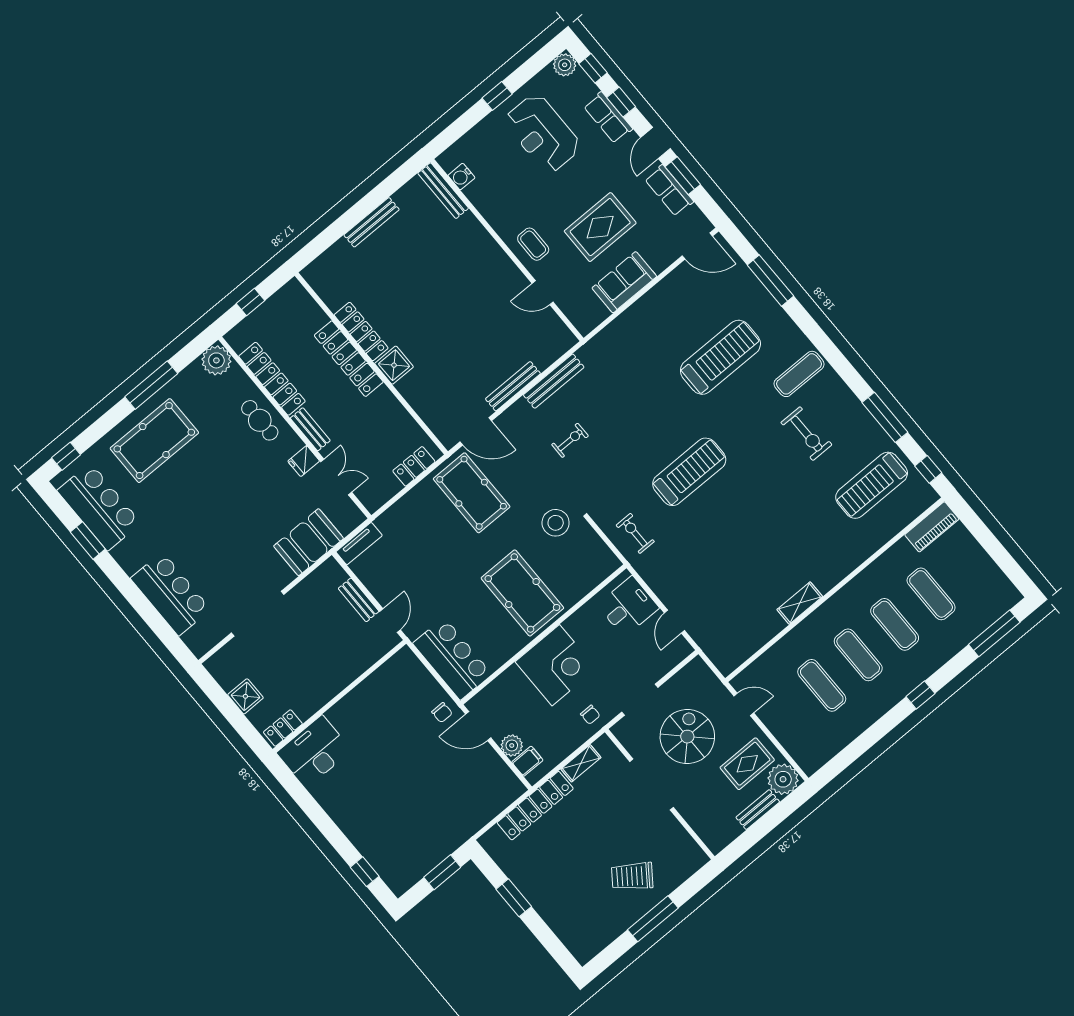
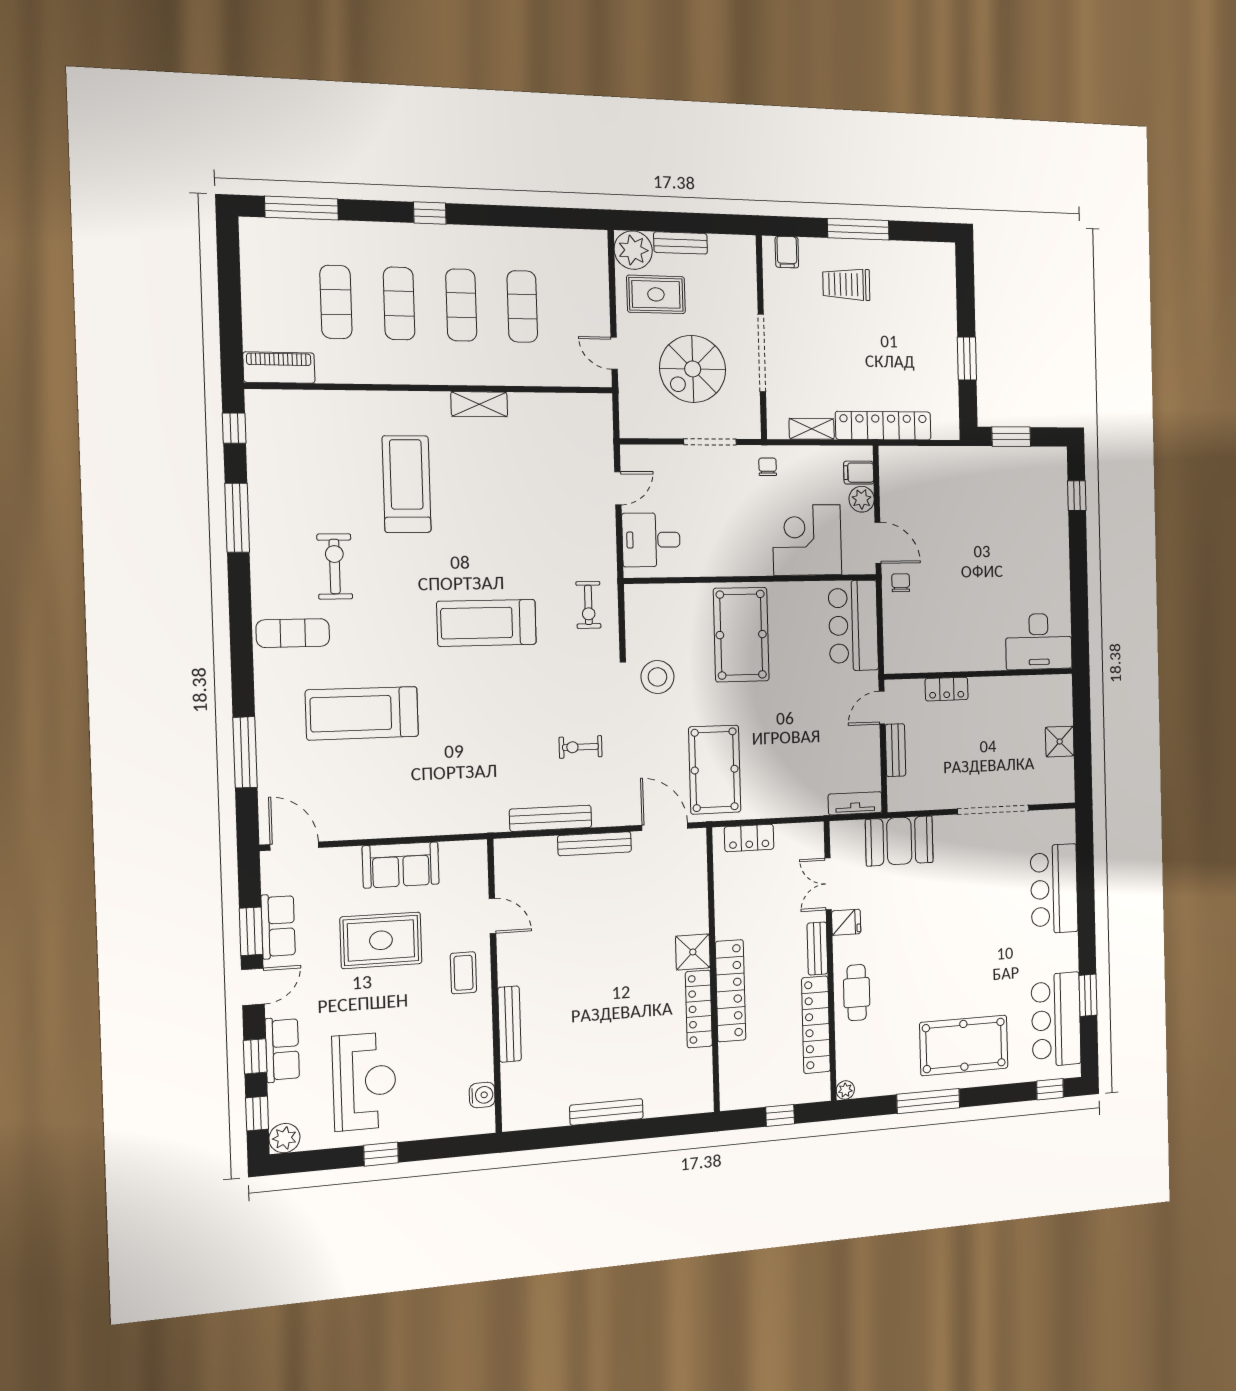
bench: (443, 191) -> (509, 1024), moved
plant: (216, 360) -> (845, 1090), width x0.53, depth x0.53
treadmill: (872, 485) -> (407, 484), moved, turned -90
corner desk: (556, 665) -> (807, 540), moved
locker: (283, 728) -> (947, 689), moved
filing cabinet: (687, 863) -> (787, 252), added
trolley: (632, 876) -> (846, 284), turned 144

